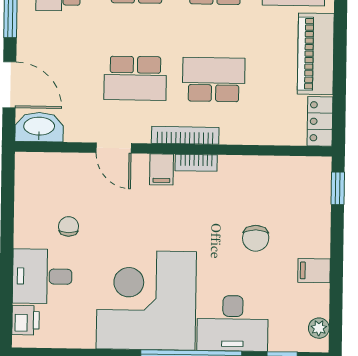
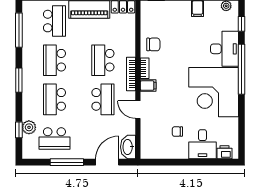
door: (114, 148) -> (138, 110), swing flipped
chair: (256, 238) -> (153, 44), moved

